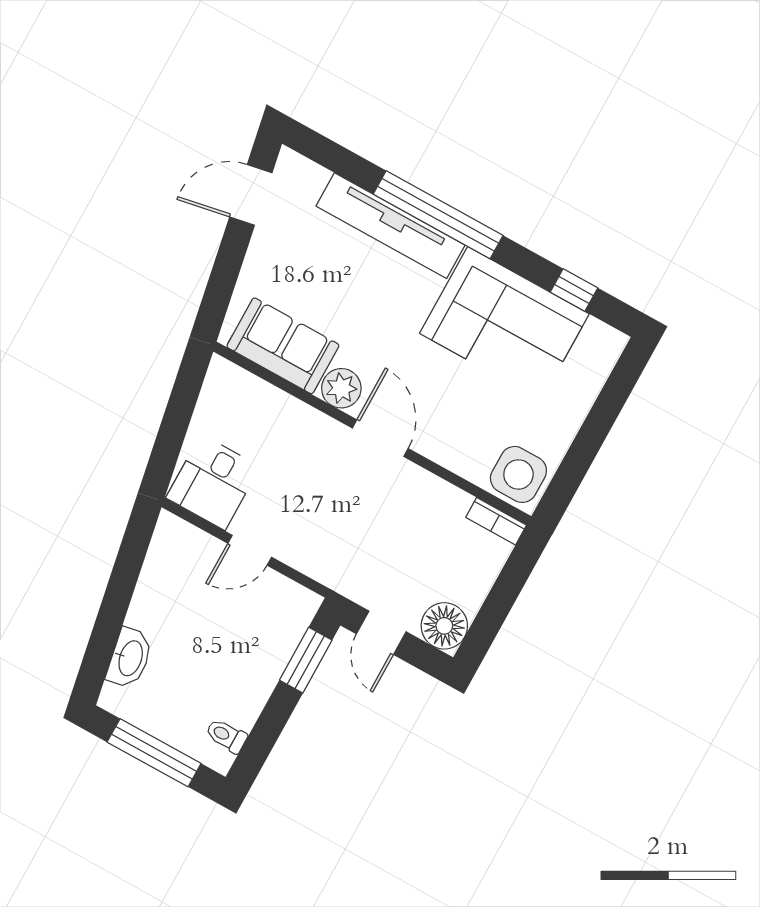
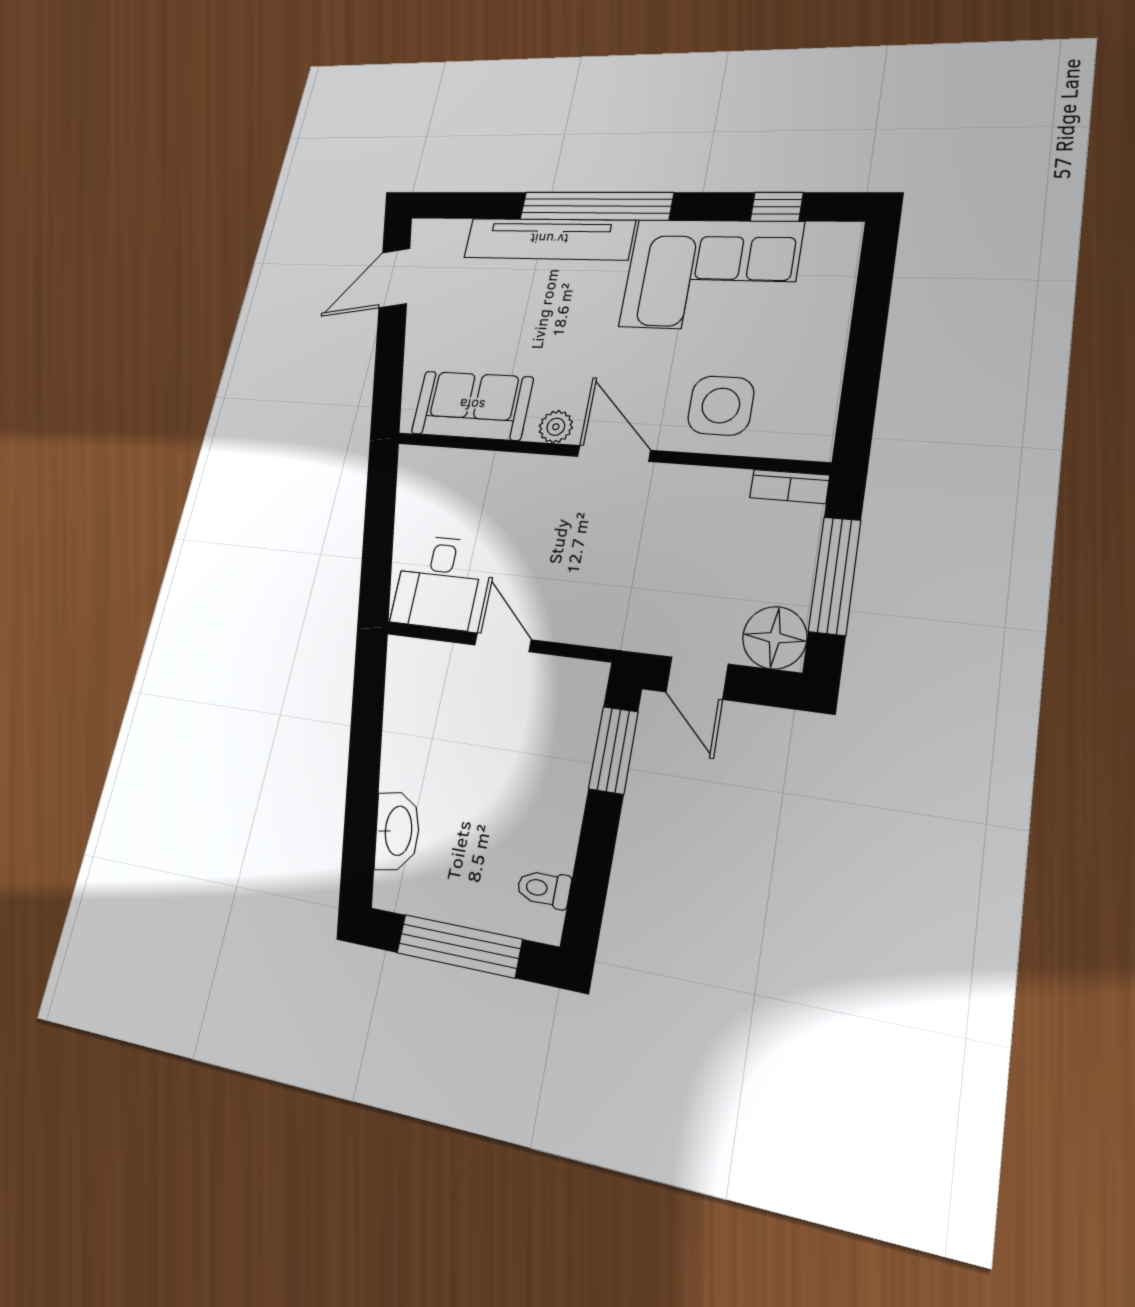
plant: (341, 388) -> (556, 427), width x0.73, depth x0.73
side table: (518, 474) -> (721, 405), moved
door: (250, 550) -> (503, 642), swing flipped
window: (501, 599) -> (835, 576), added

